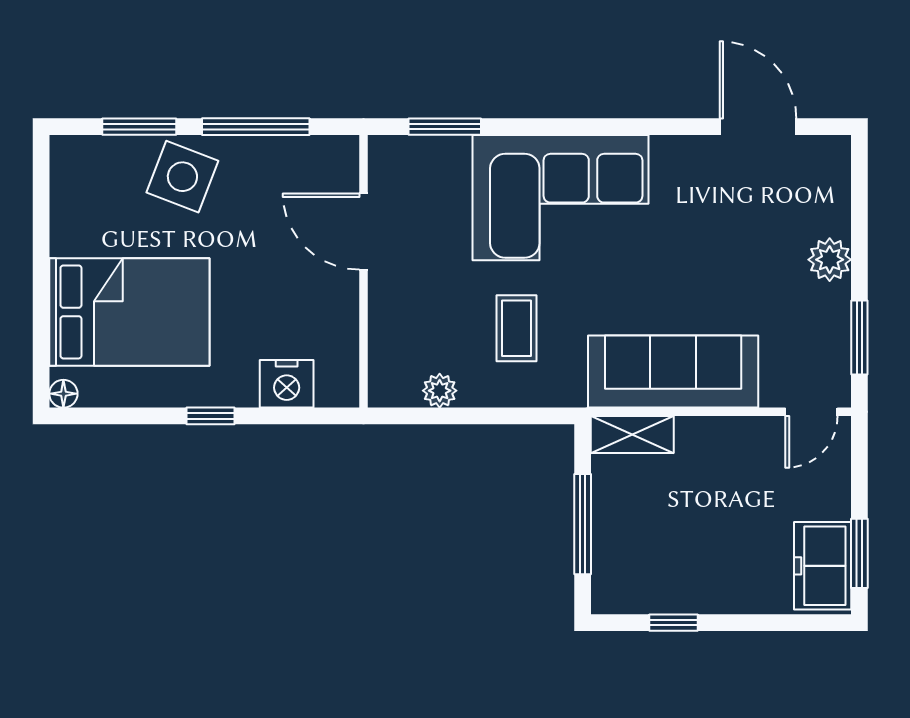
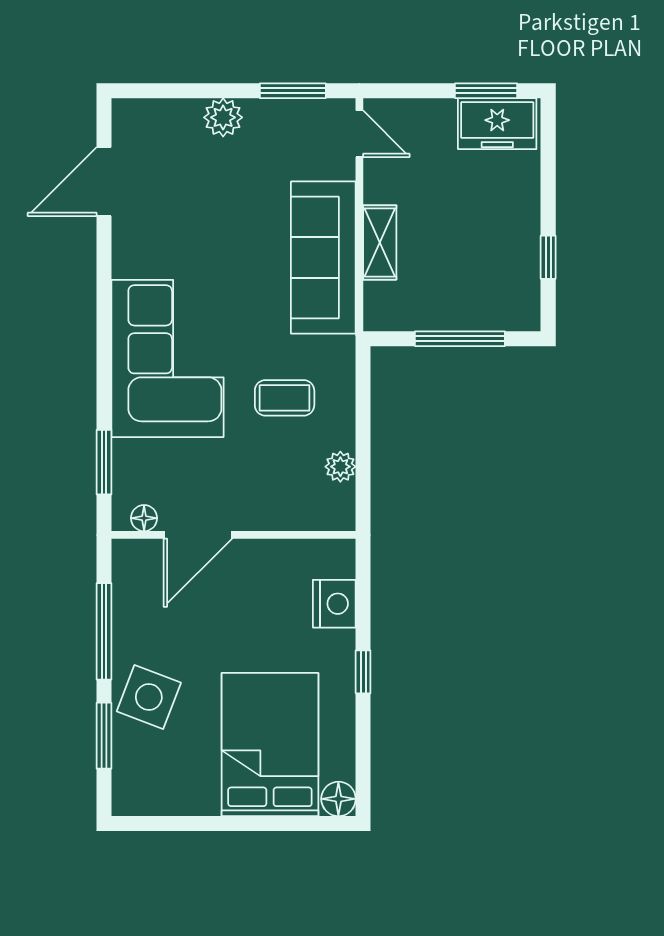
floor lamp: (382, 171) -> (144, 518), added
floor lamp: (63, 394) -> (338, 799), width x1.37, depth x1.37
shelving: (632, 435) -> (380, 242), moved

